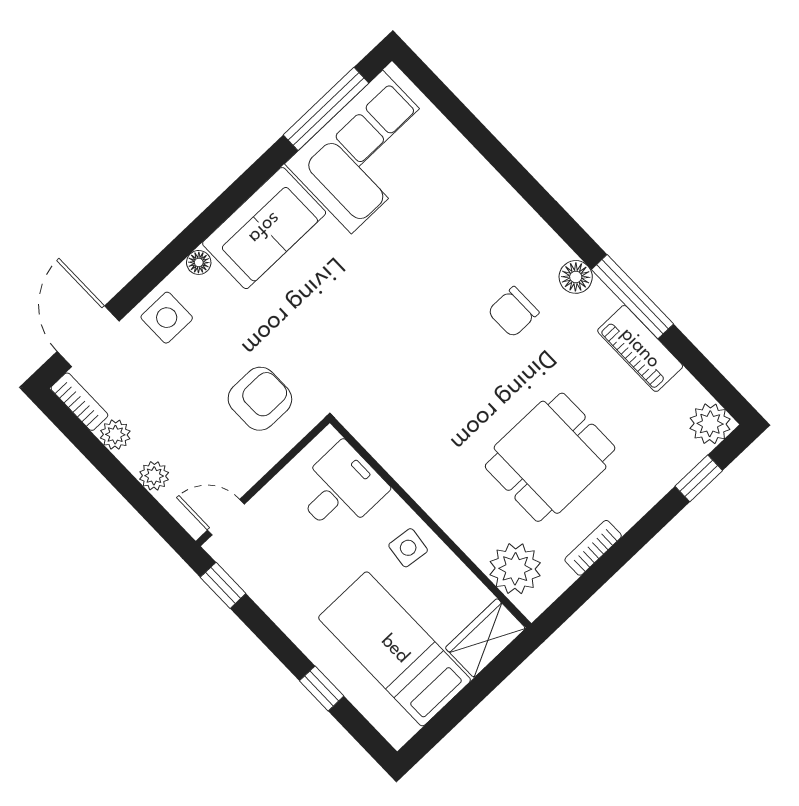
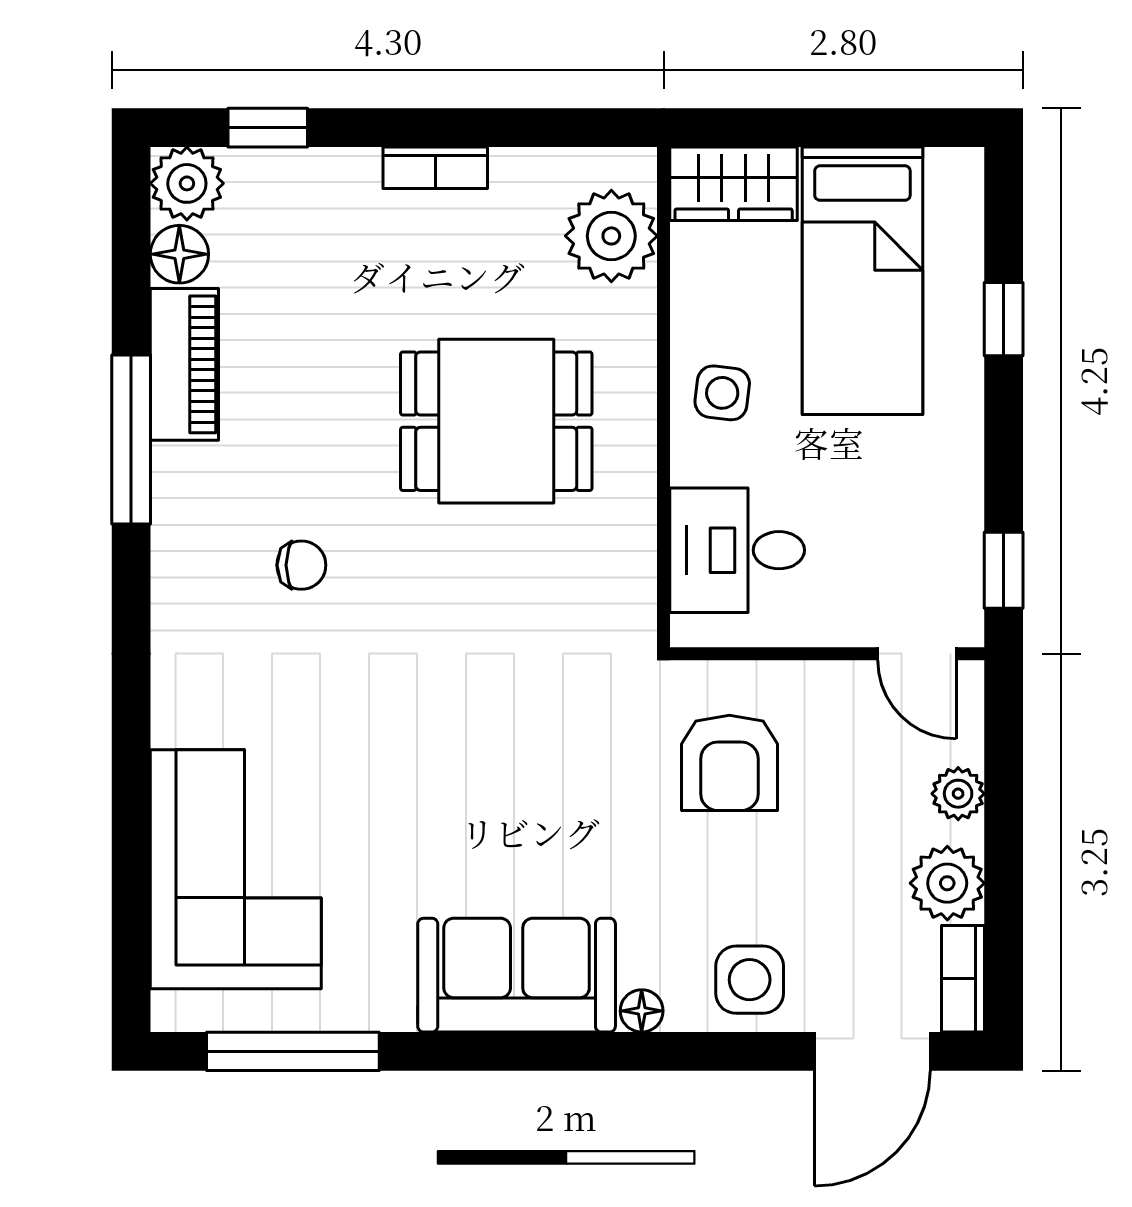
corner sofa: (367, 152) -> (236, 869), moved, turned 90
floor lamp: (576, 277) -> (179, 254), moved
chair: (513, 312) -> (301, 565), width x0.73, depth x0.73
armchair: (260, 399) -> (729, 763), turned -90
plant: (115, 435) -> (947, 883), width x1.38, depth x1.38
dining table: (550, 457) -> (496, 421), moved
bookcase: (593, 548) -> (435, 168), moved

